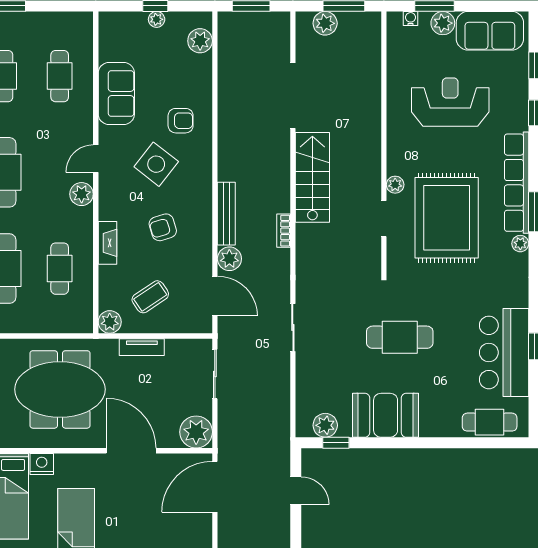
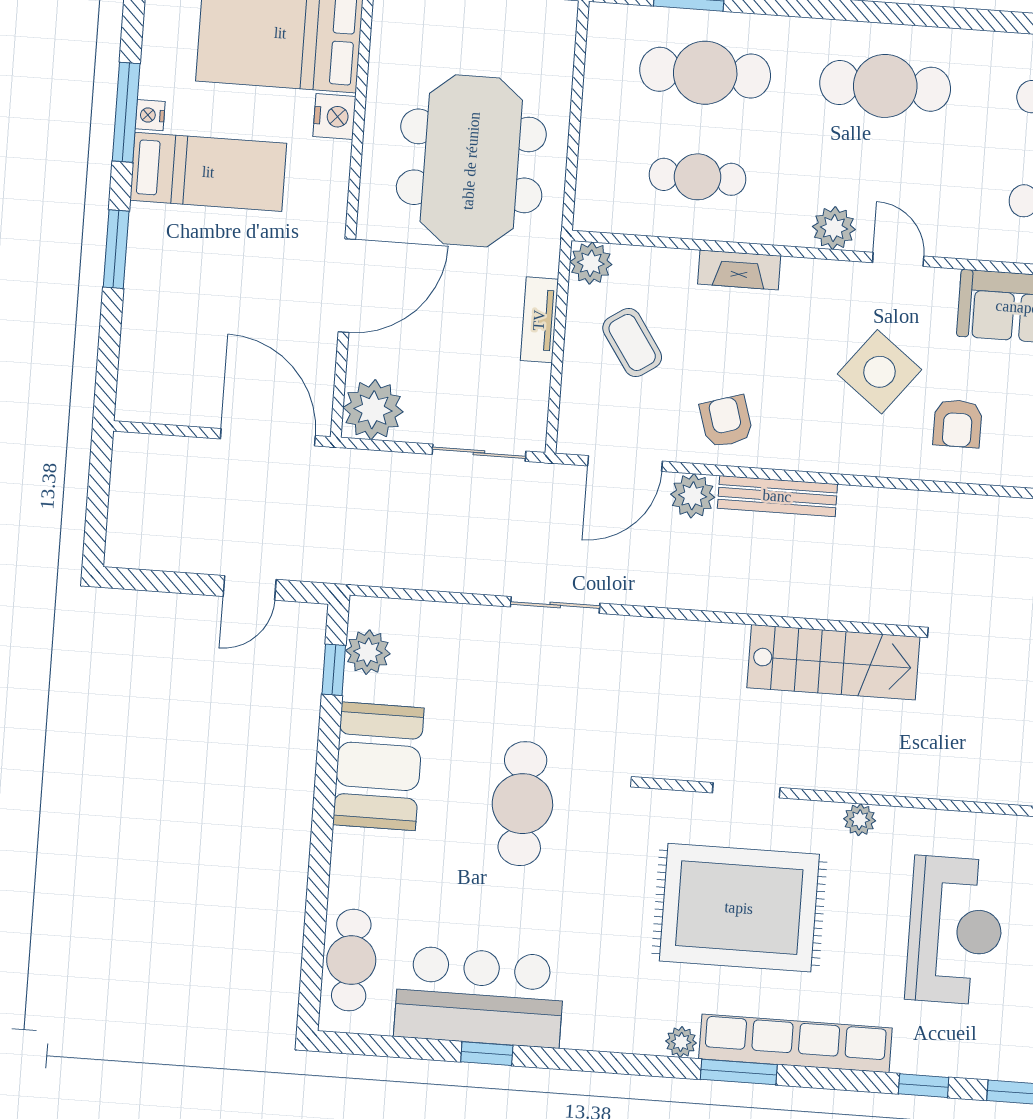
plant: (395, 185) -> (860, 820), moved
armchair: (163, 227) -> (726, 421), moved
bookcase: (284, 231) -> (738, 601), removed

